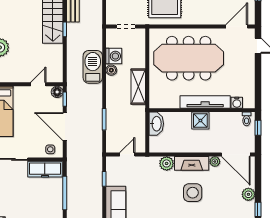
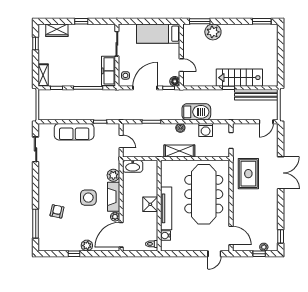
boiler: (111, 70) -> (180, 128), moved
washbasin: (156, 124) -> (133, 166), moved
window: (258, 128) -> (144, 254), removed

